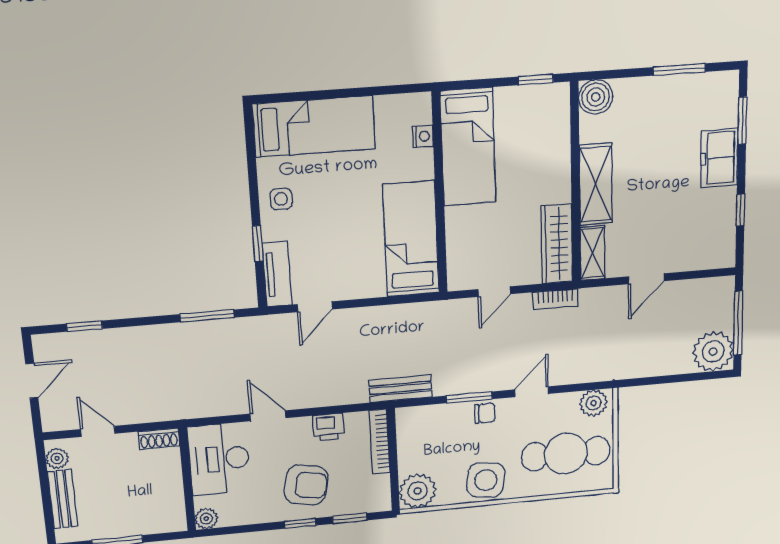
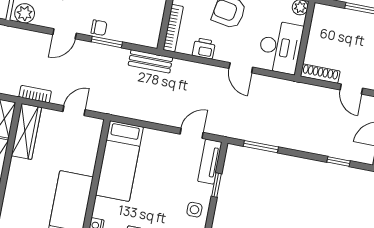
chair: (485, 413) -> (99, 28), turned 180
shoe rack: (159, 439) -> (320, 74), width x1.43

